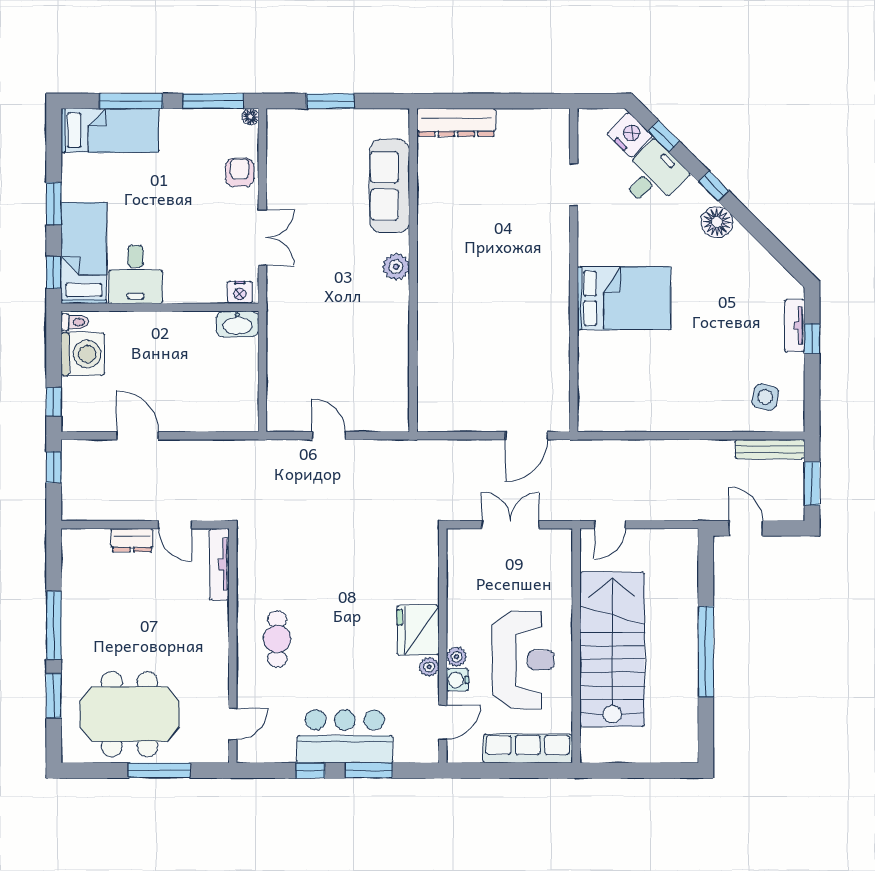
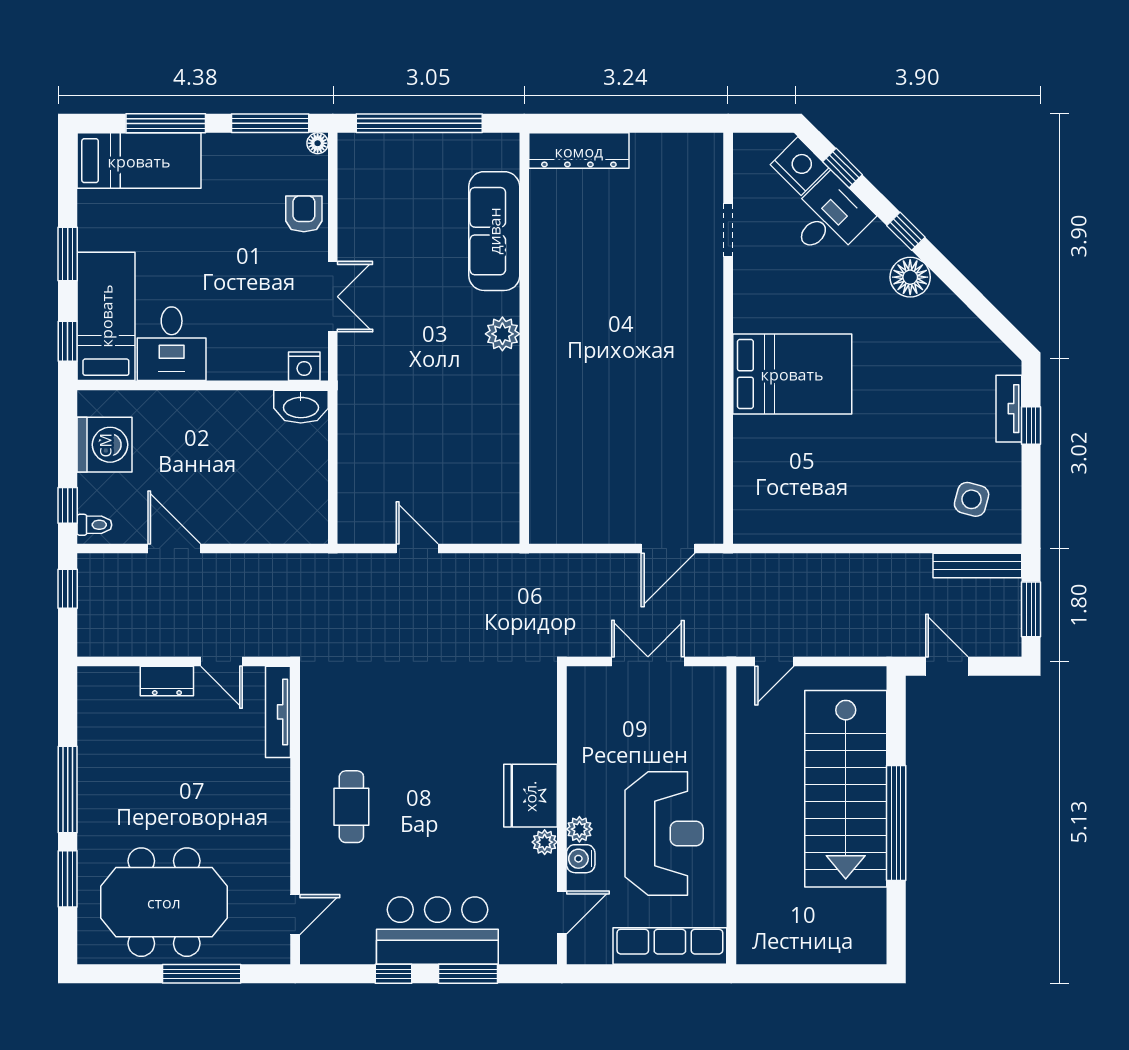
window: (330, 101) -> (419, 123), width x2.11
toilet: (75, 322) -> (94, 525), moved
stairs: (612, 649) -> (846, 789), moved, turned 180

